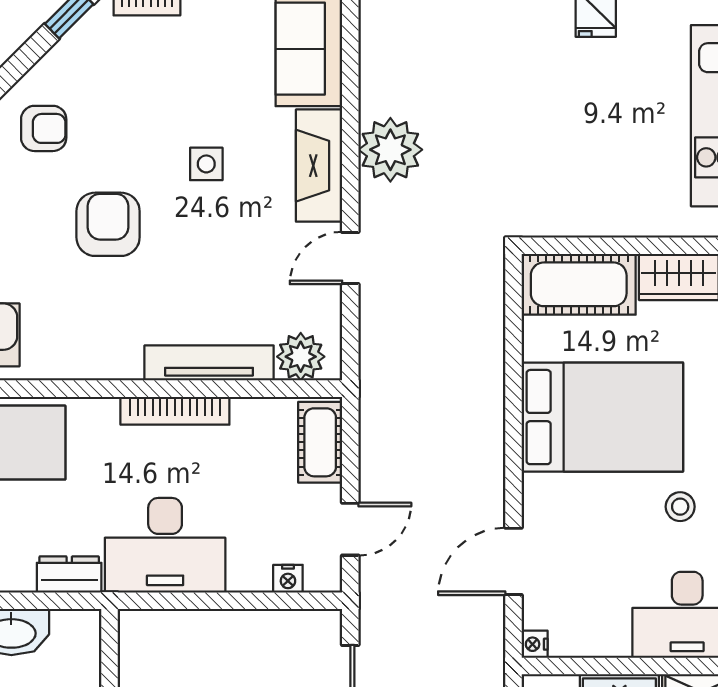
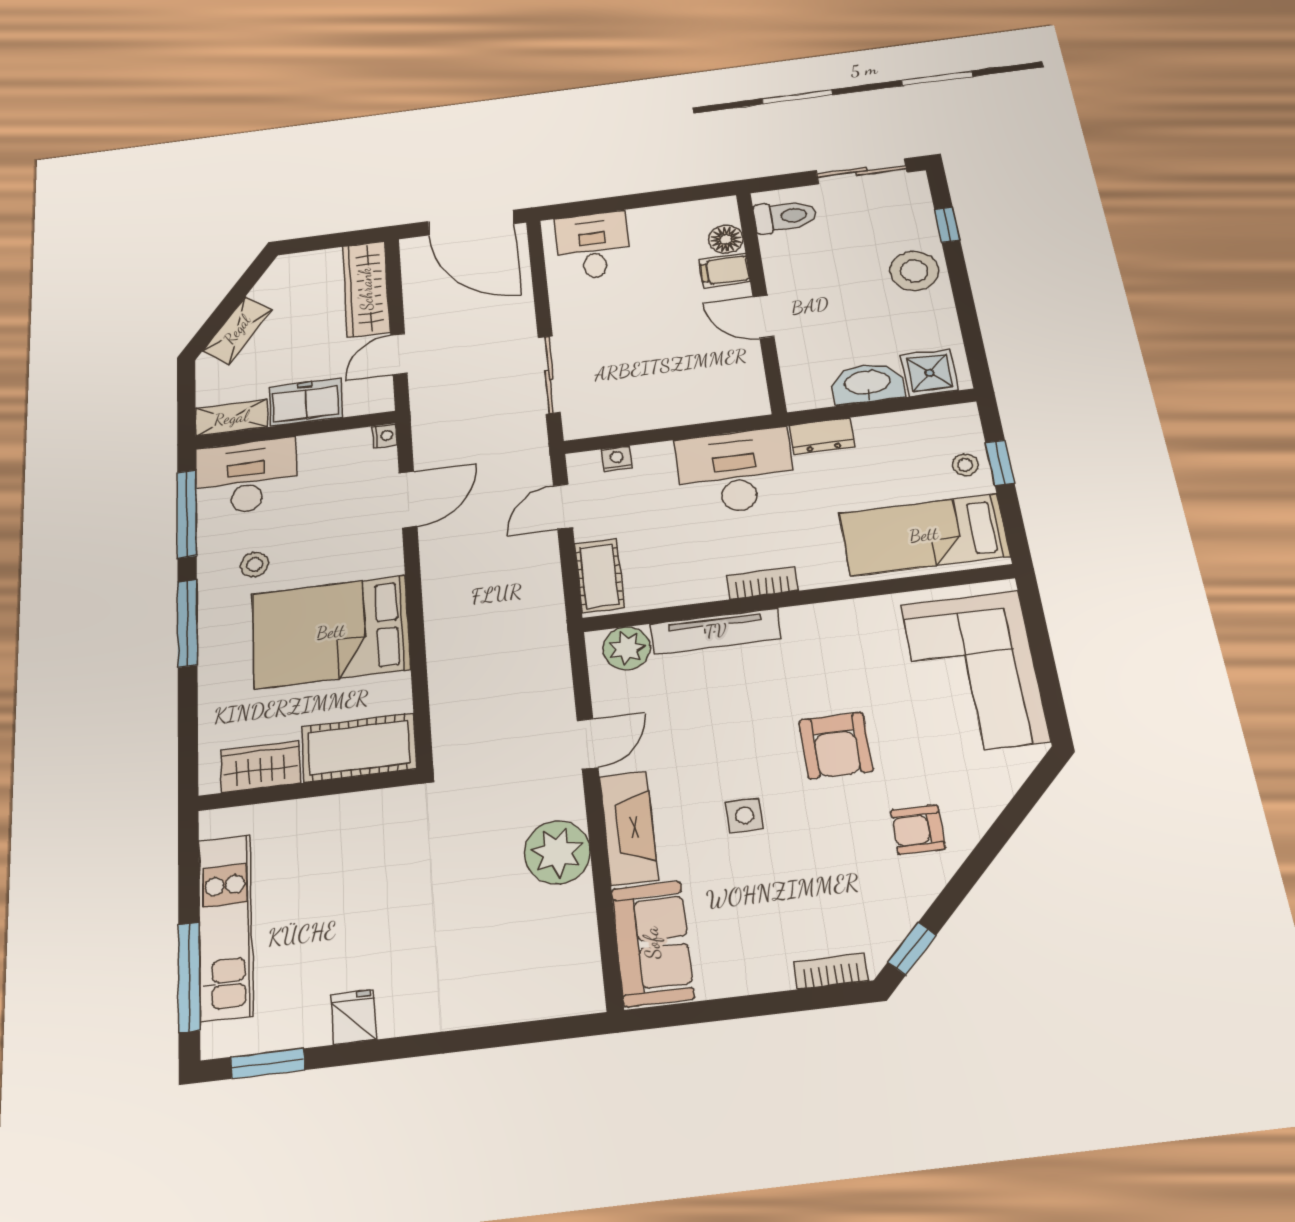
bookcase: (175, 411) -> (762, 583), width x0.64

